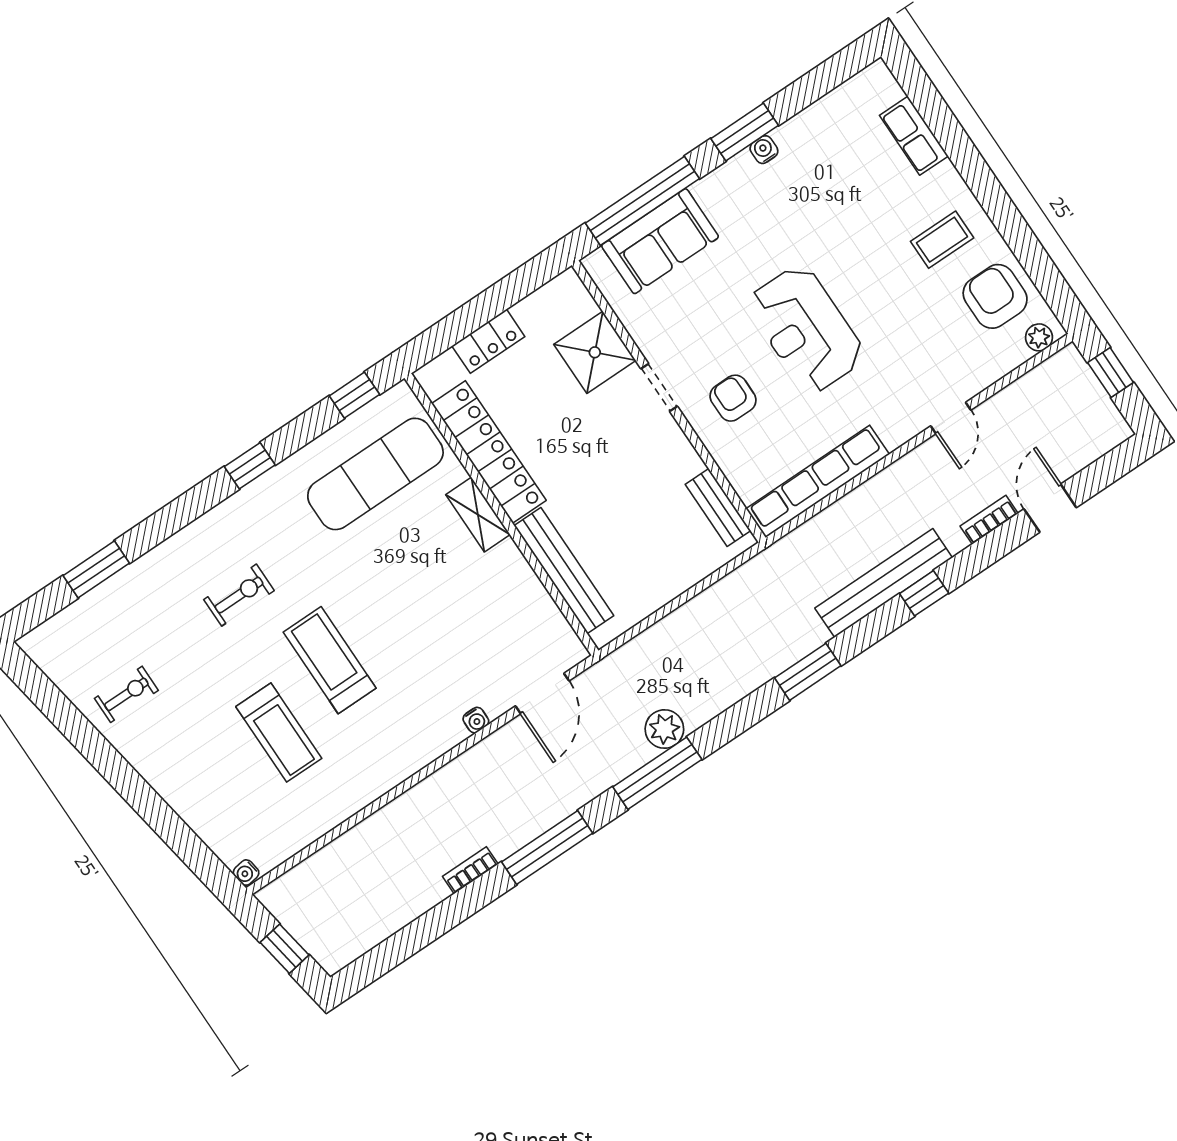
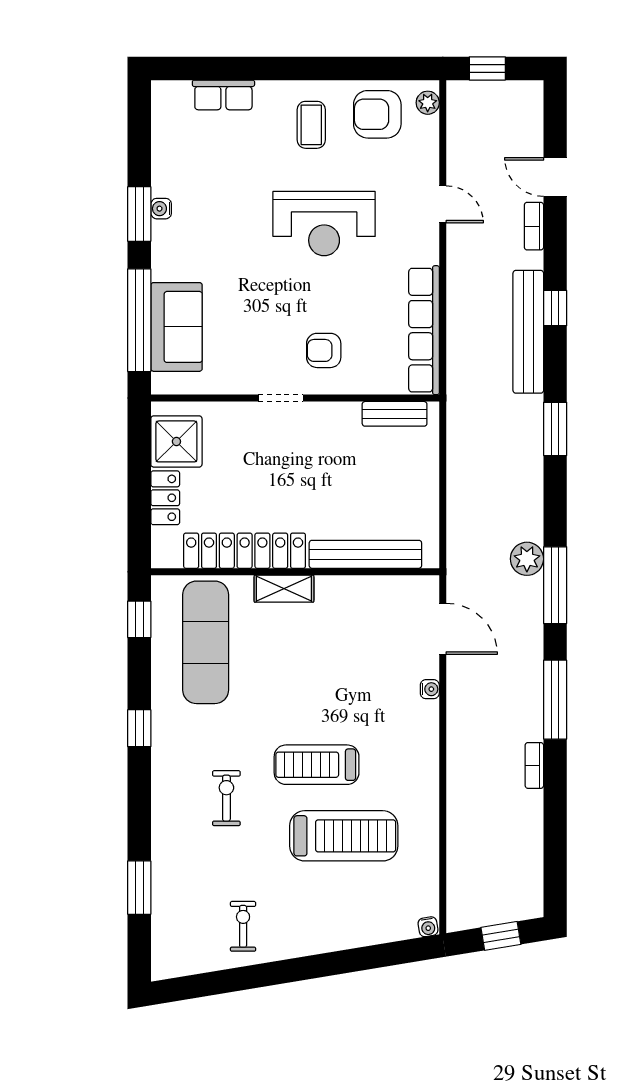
reception desk: (806, 329) -> (324, 224), moved
shower: (595, 352) -> (176, 441), moved
treadmill: (279, 732) -> (344, 836), width x1.37, depth x1.38

